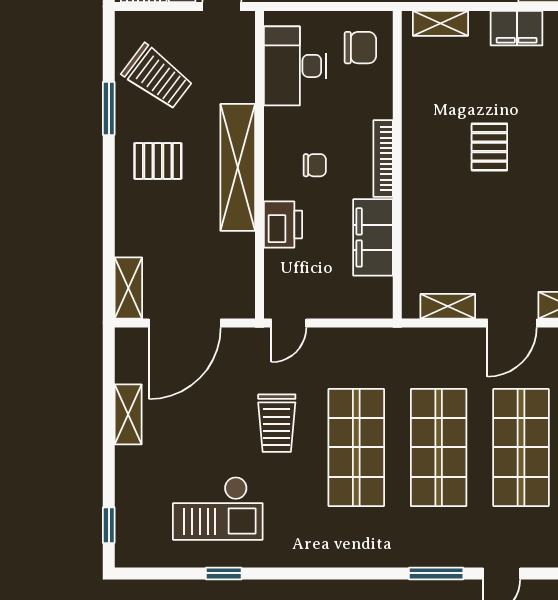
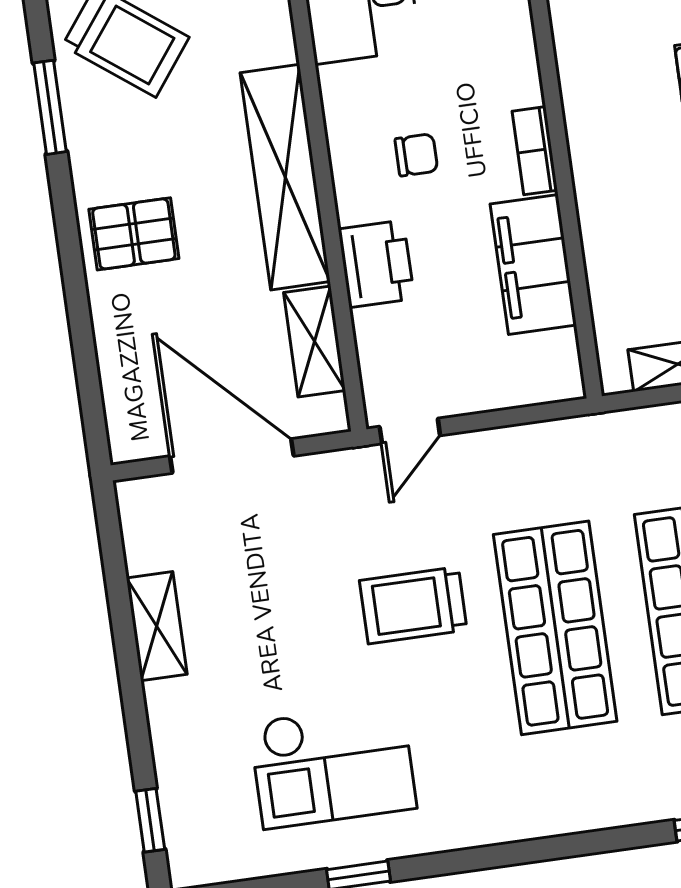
bookcase: (383, 159) -> (535, 151), width x0.64
pallet: (158, 161) -> (134, 234), moved
shelving: (128, 288) -> (314, 341), moved
door: (185, 323) -> (232, 456), swing flipped
trolley: (277, 423) -> (413, 605), turned 90

